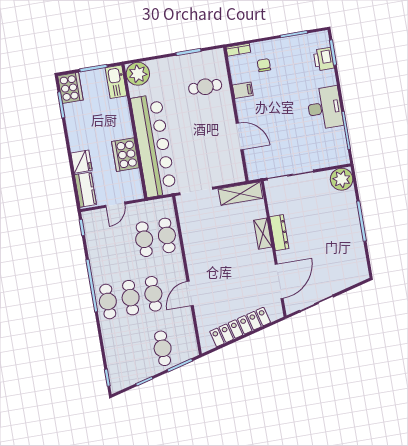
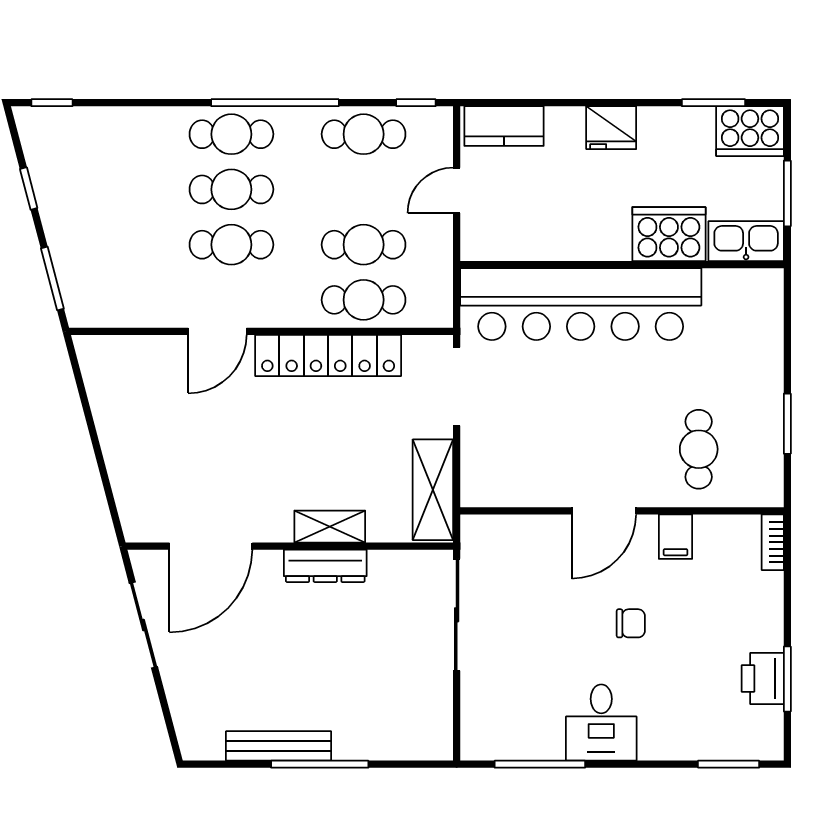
printer: (324, 59) -> (763, 678), moved, turned -90
chair: (264, 65) -> (631, 623), moved
plant: (138, 74) -> (756, 296), removed
desk: (325, 108) -> (601, 723), width x0.73
door: (240, 136) -> (604, 511), moved
cooker: (125, 155) -> (669, 234), moved
fridge: (81, 162) -> (611, 128), moved
plant: (342, 179) -> (426, 734), removed
door: (115, 205) -> (457, 190), hinge flipped
bench: (357, 239) -> (279, 746), added
door: (279, 281) -> (211, 546), hinge flipped
door: (190, 294) -> (217, 331), swing flipped
locker: (240, 327) -> (328, 356), moved, turned 105
cafe table: (163, 348) -> (364, 134), moved

